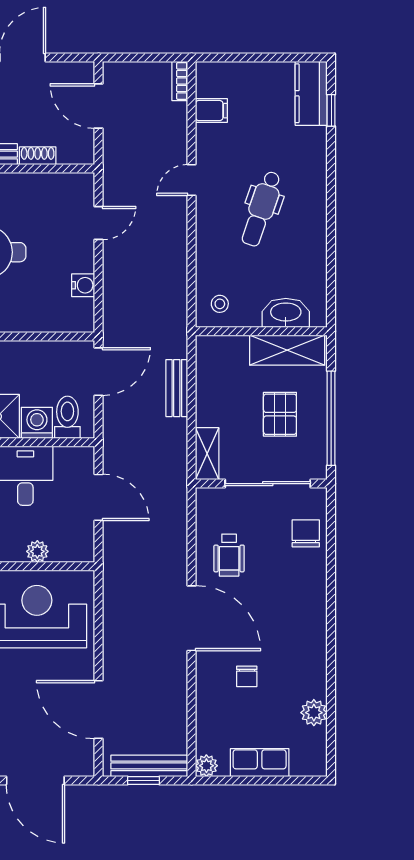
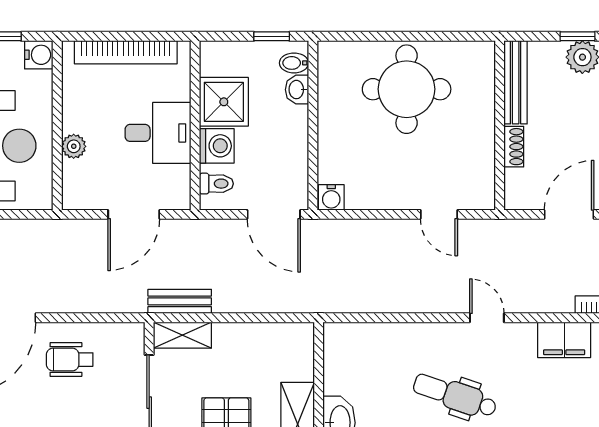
filing cabinet: (211, 111) -> (564, 340), width x2.00
water cooler: (83, 285) -> (331, 197), moved
stool: (220, 304) -> (349, 349), removed
bench: (177, 388) -> (180, 301), moved
toilet: (67, 417) -> (216, 184), width x0.73, depth x0.72

